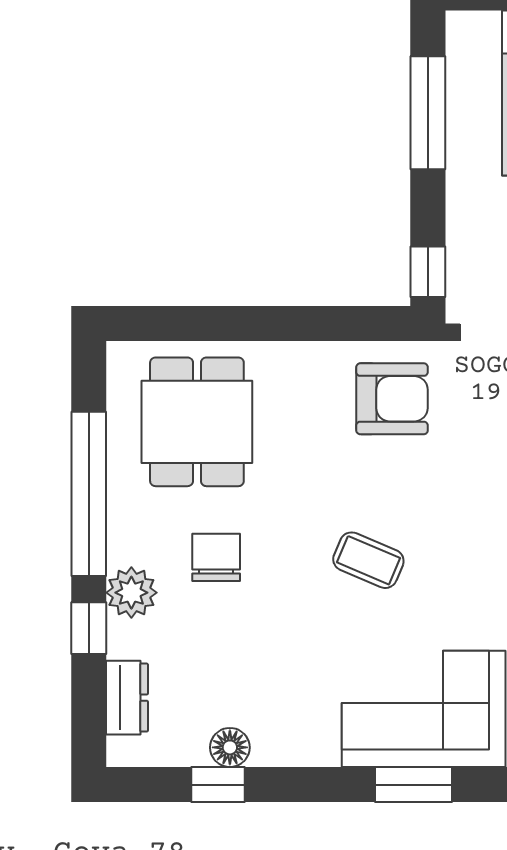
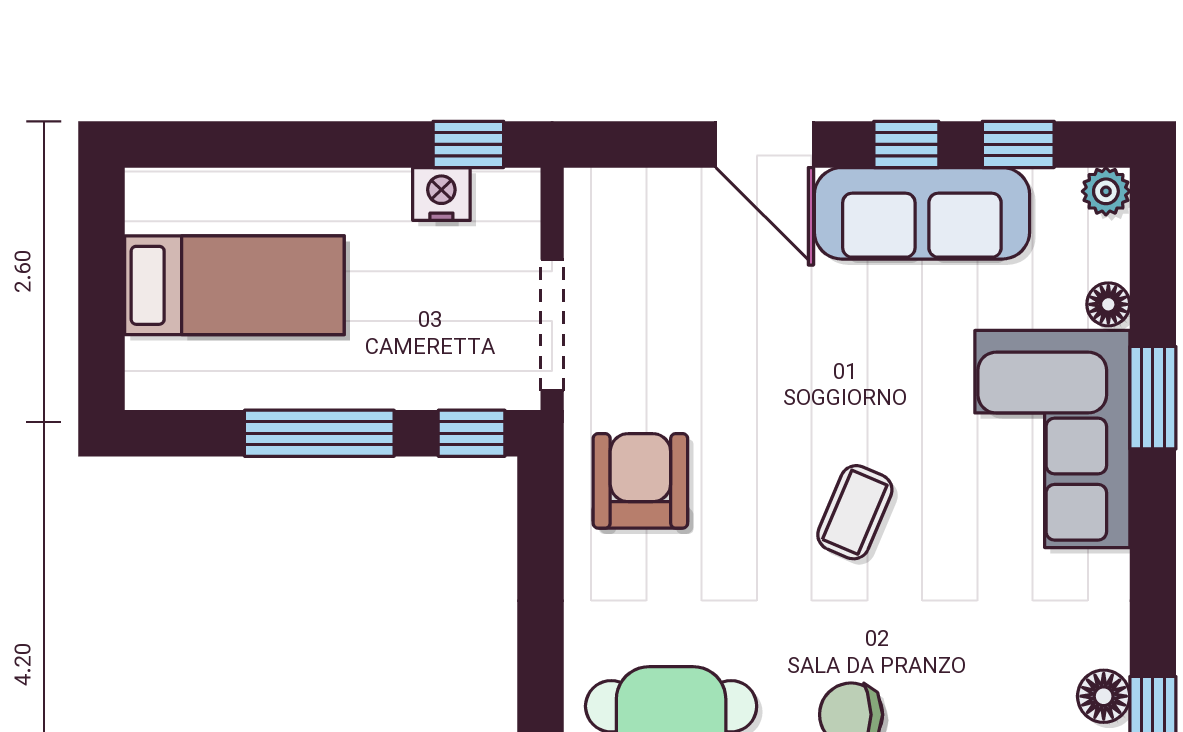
window: (428, 113) -> (319, 433), moved
window: (413, 785) -> (1153, 398), moved

